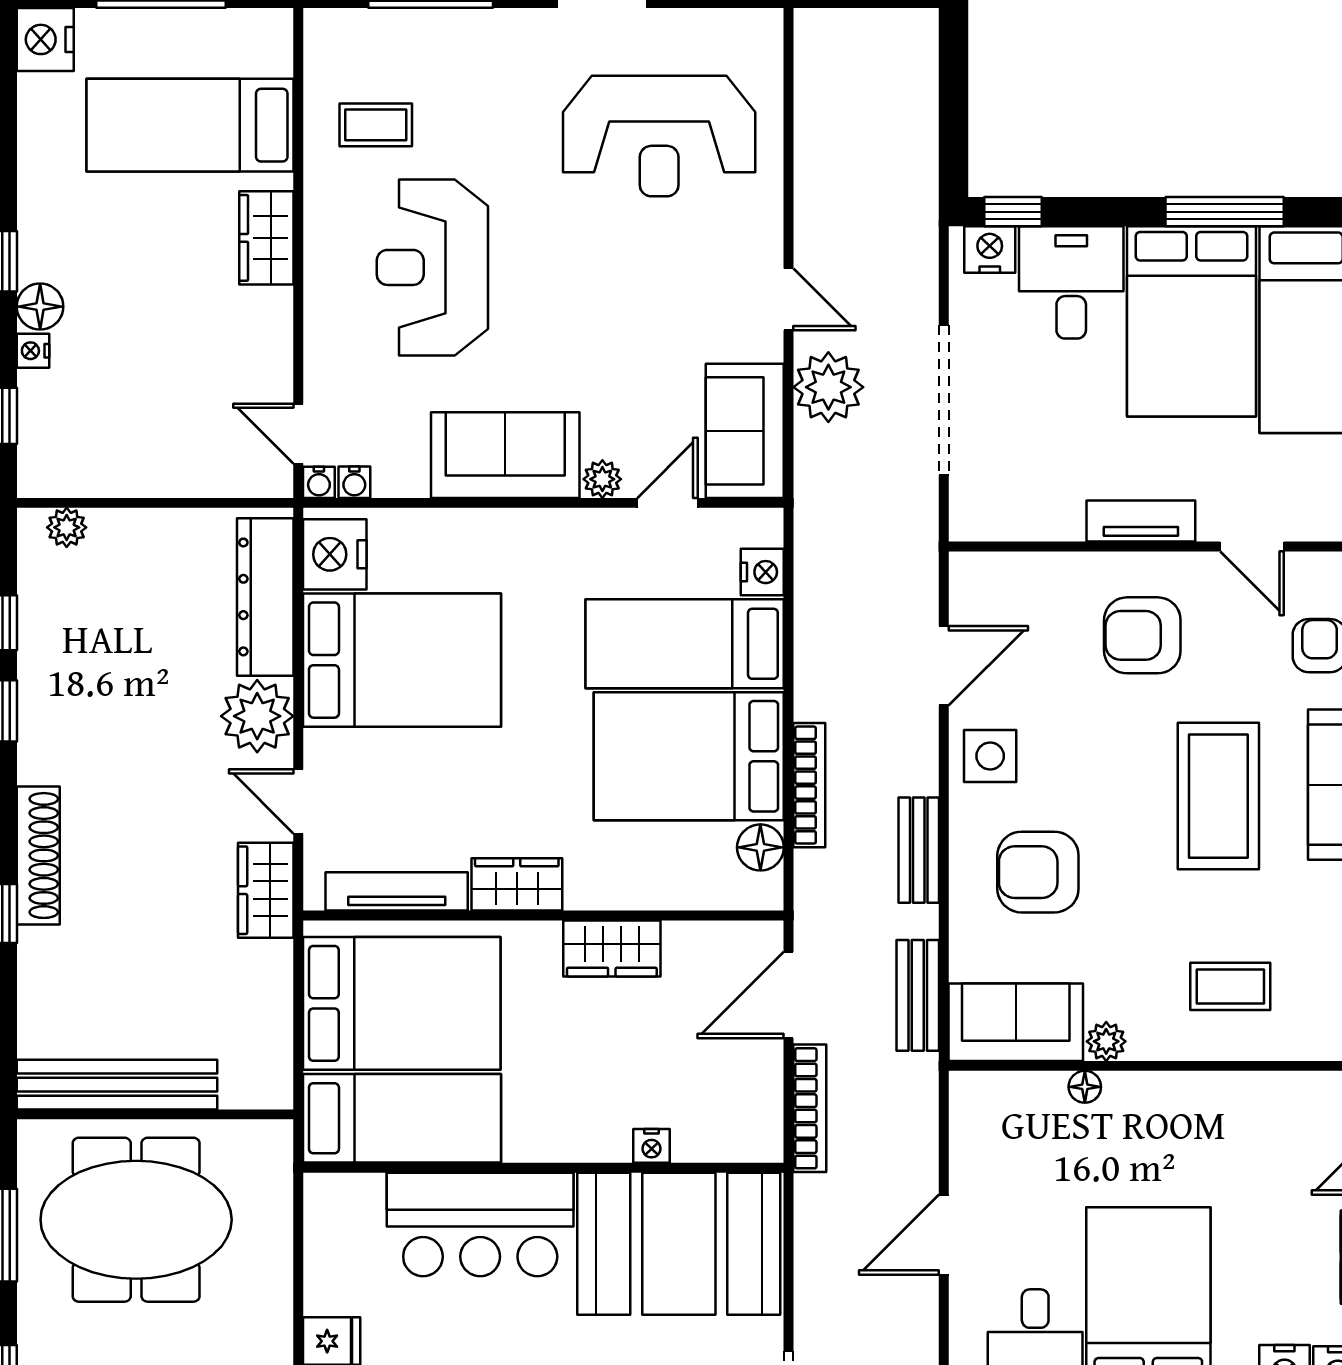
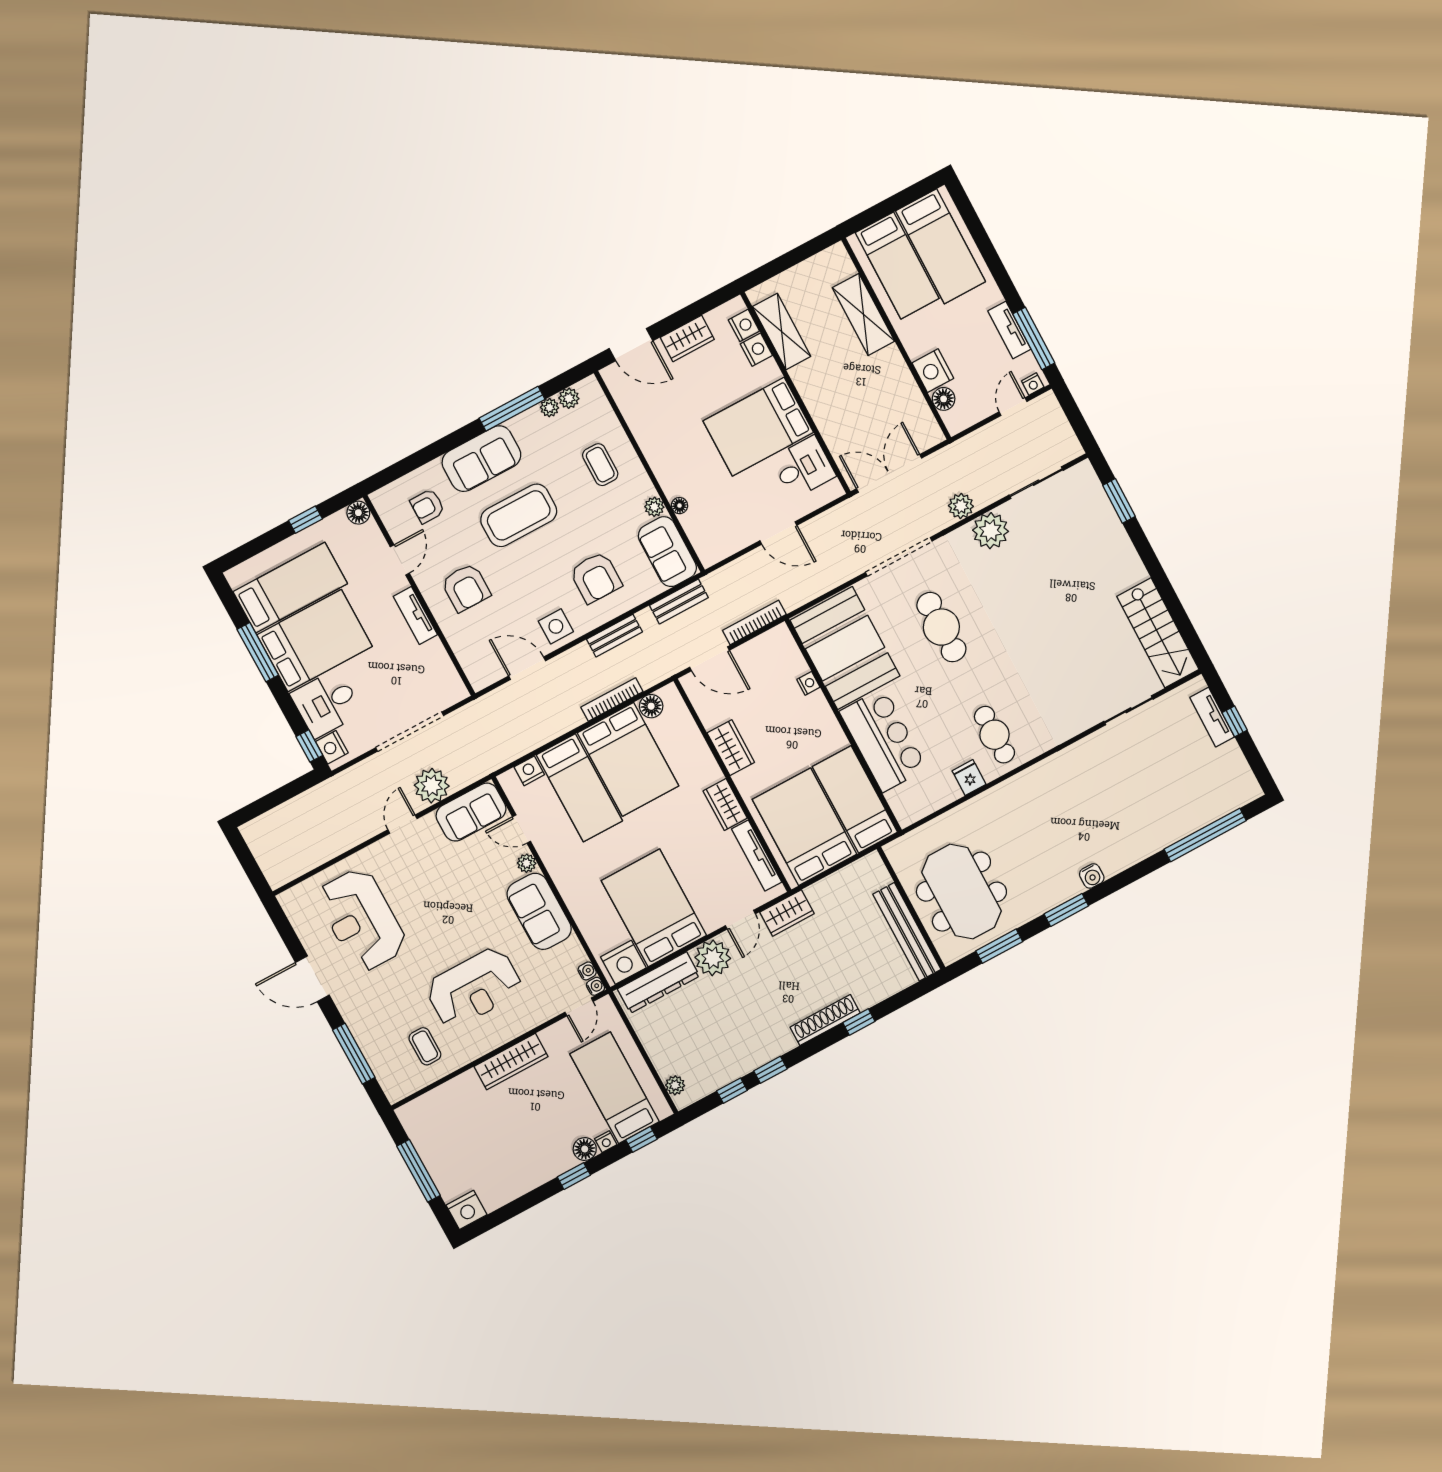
bed: (190, 125) -> (615, 1088), moved, turned 180
reception desk: (659, 136) -> (362, 920), turned 180
wardrobe: (266, 238) -> (511, 1062), width x1.50

